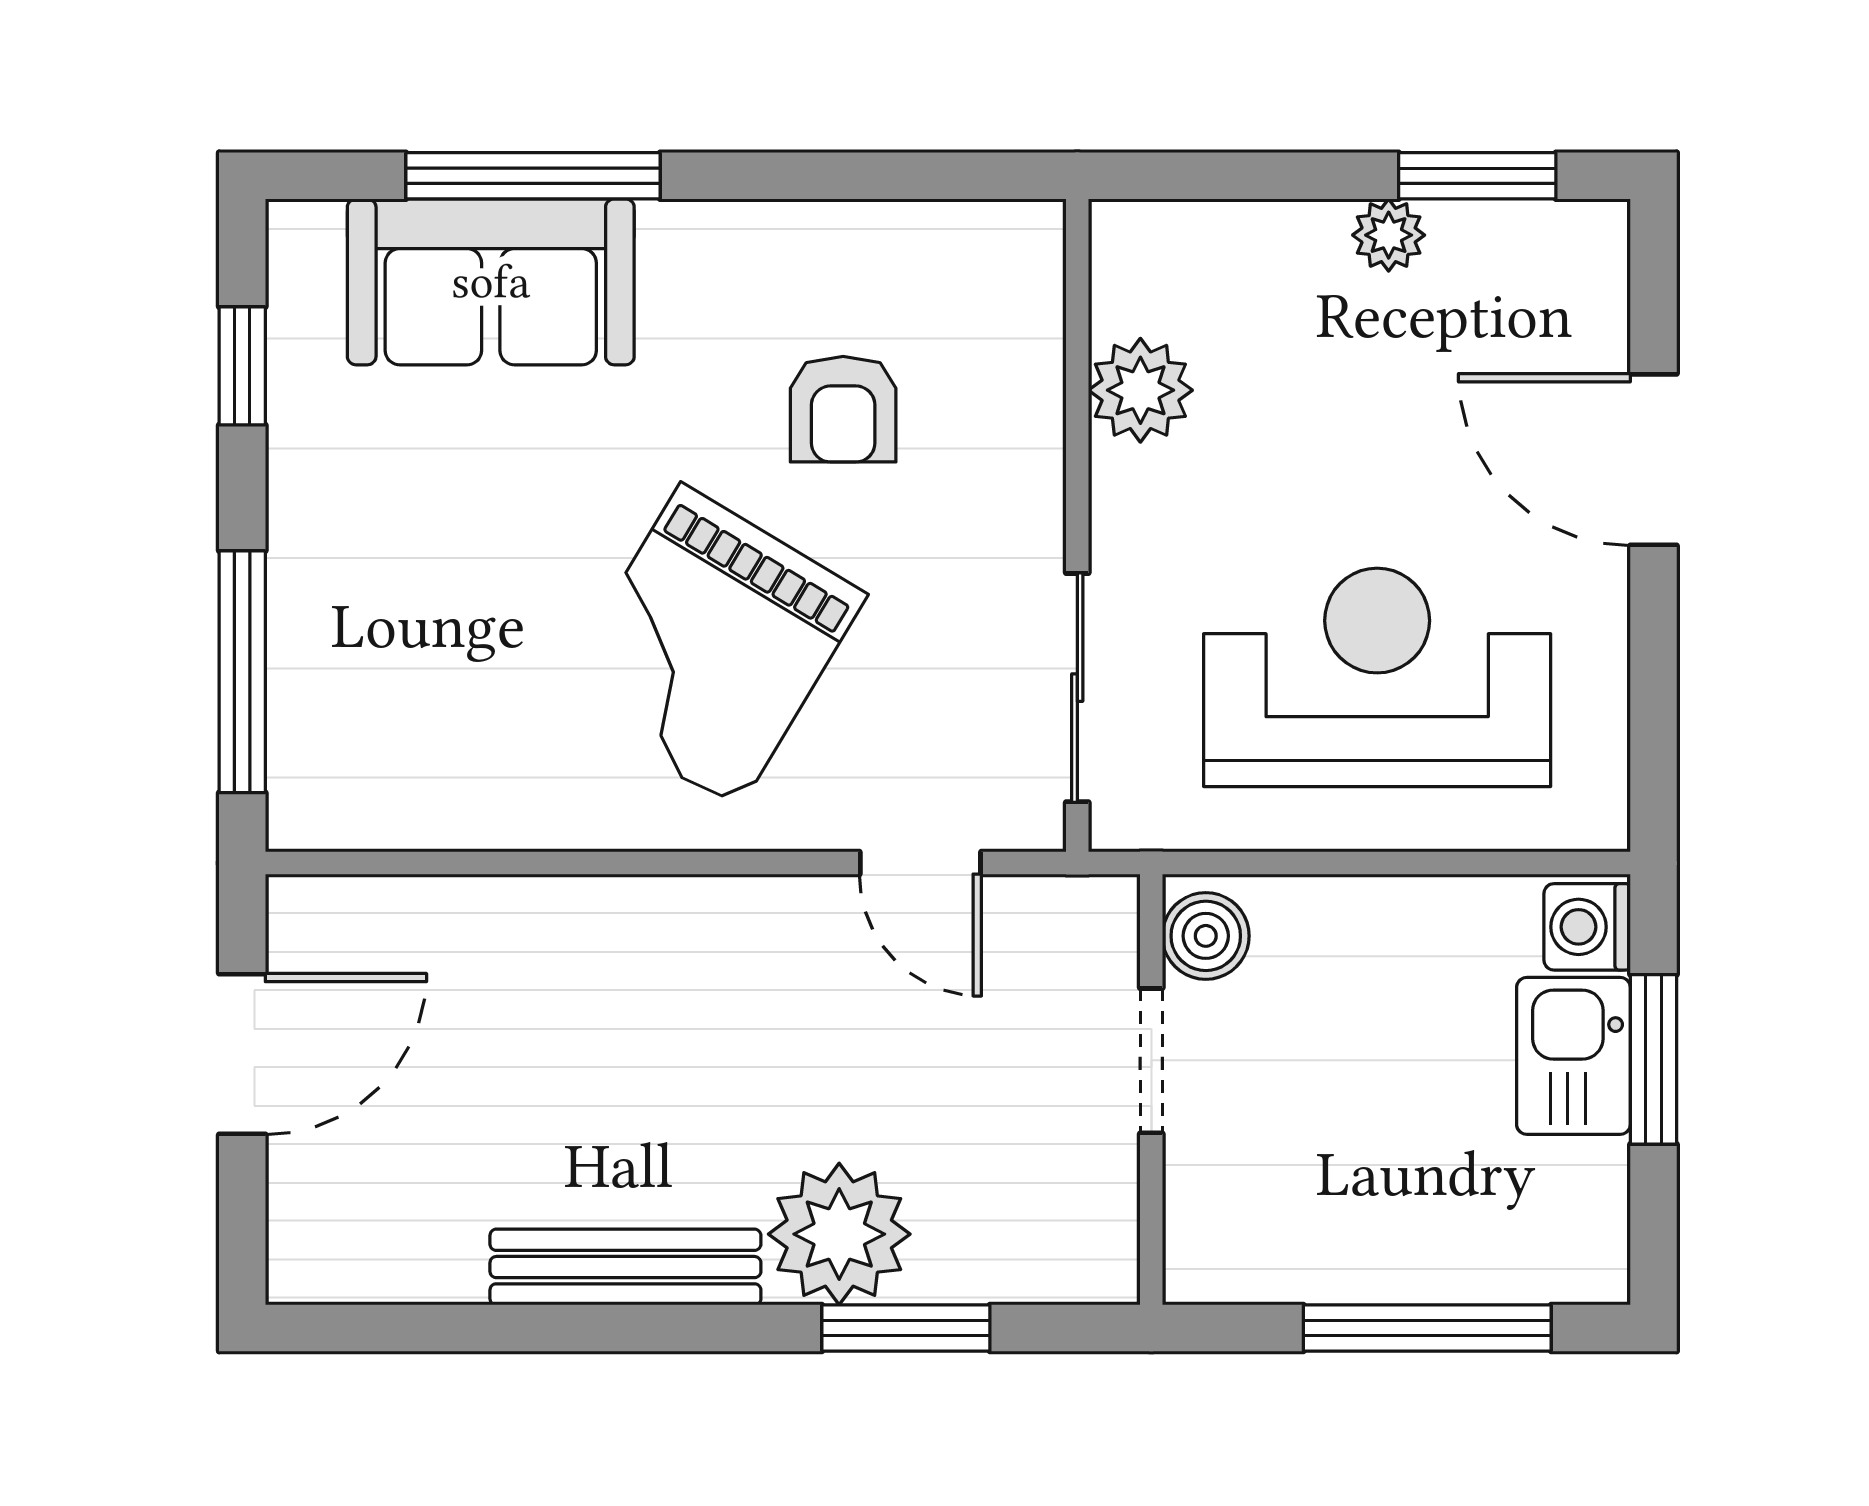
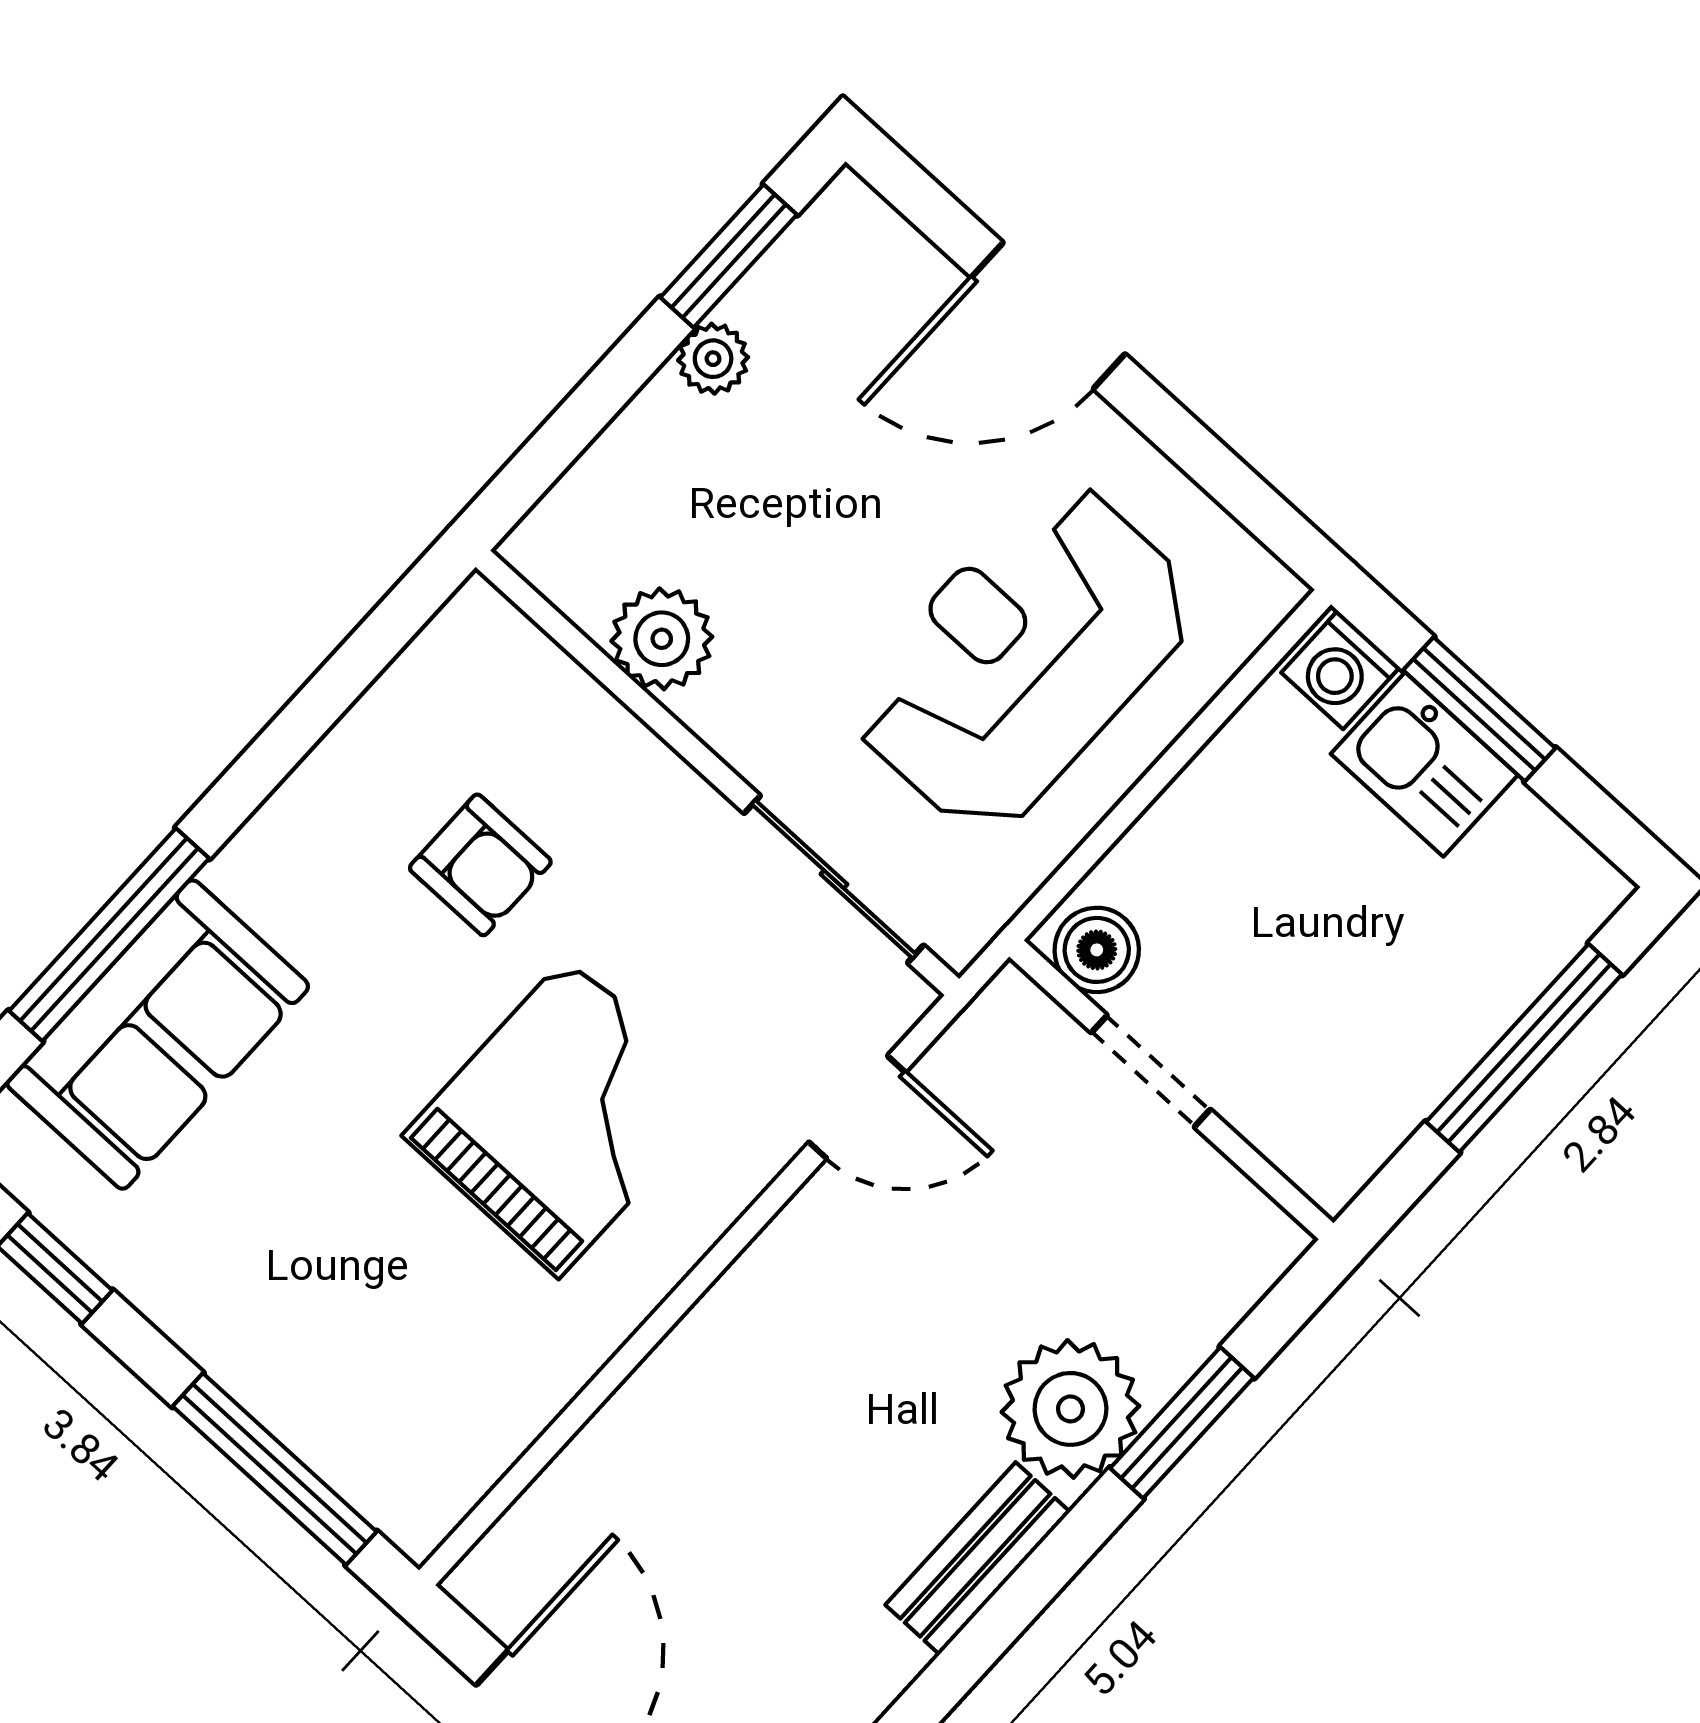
grand piano: (709, 646) -> (563, 1117), turned -121
bench: (625, 1267) -> (978, 1558), width x0.73

